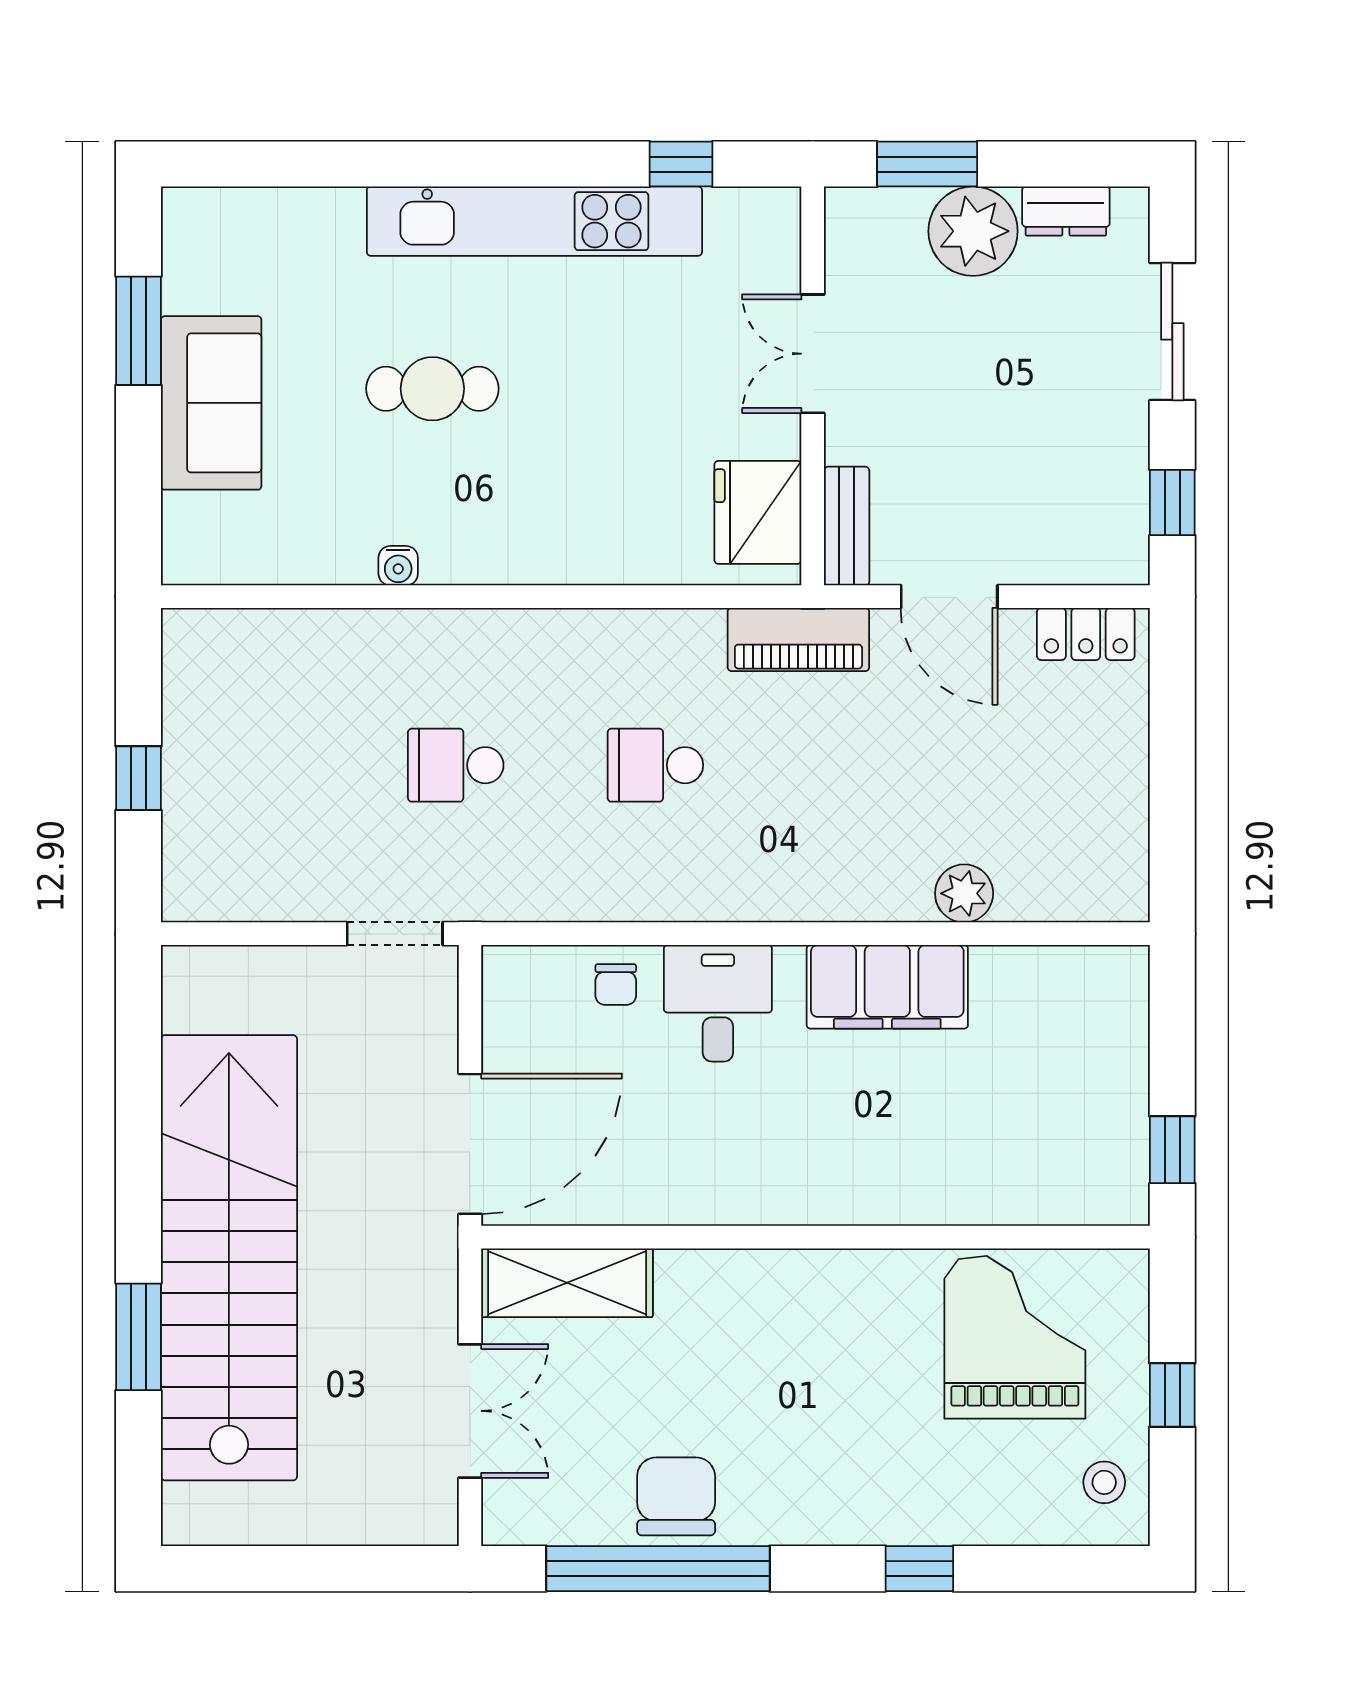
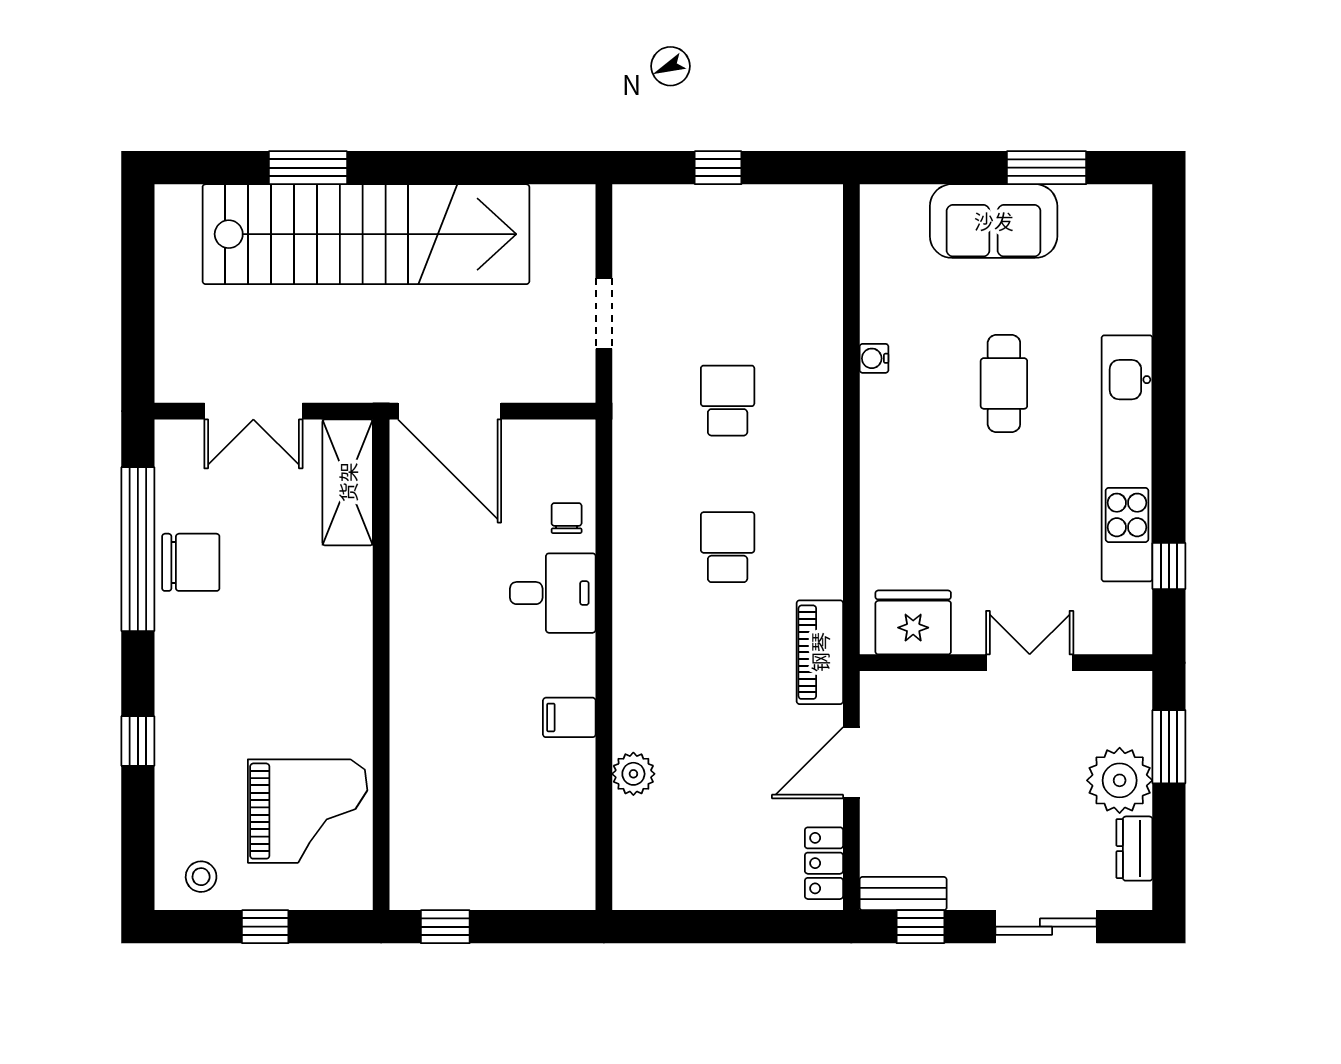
bench: (847, 526) -> (903, 894), moved
doorway: (395, 934) -> (604, 314), moved
chair: (616, 985) -> (567, 518), turned 90
filing cabinet: (887, 987) -> (569, 717), width x0.33, depth x0.86

